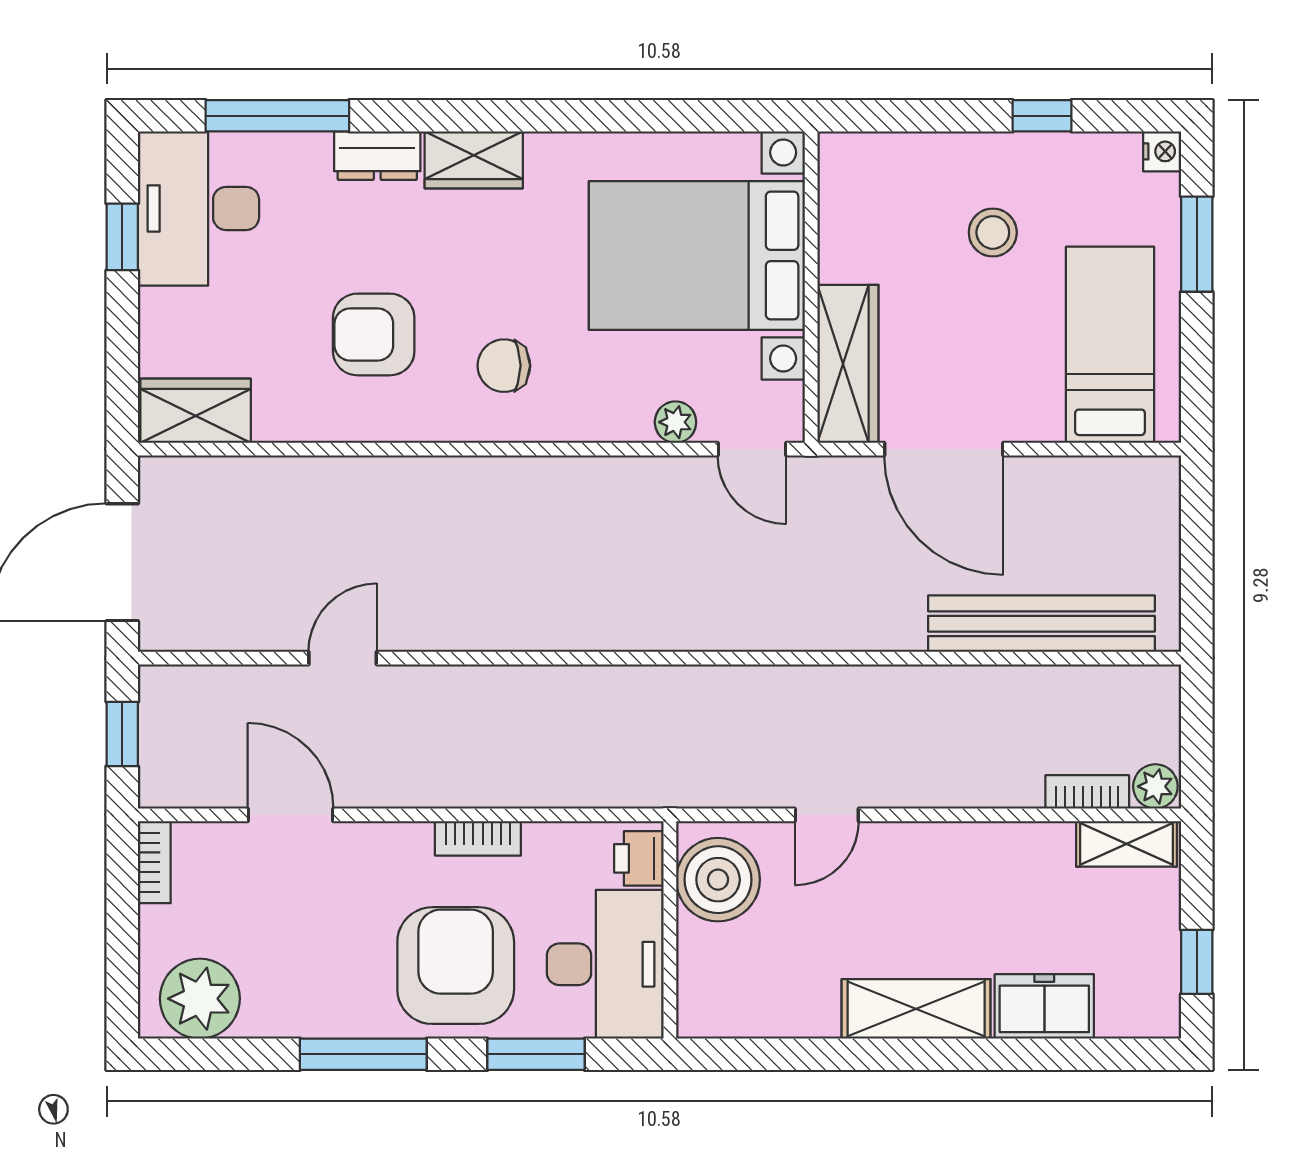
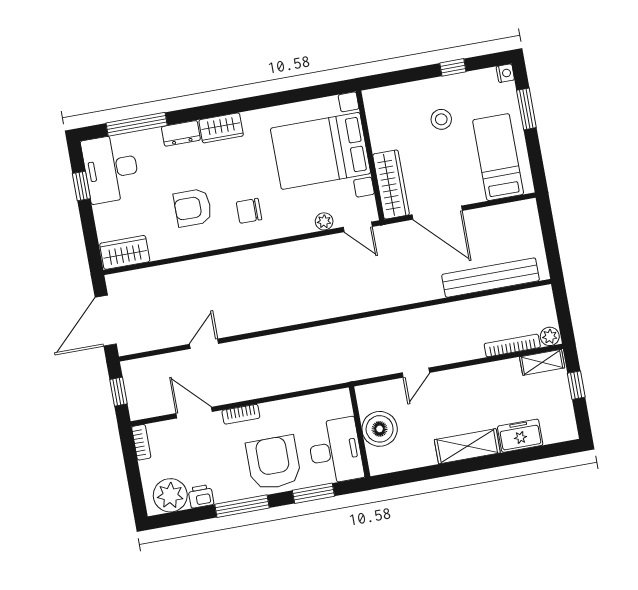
bookcase: (1087, 792) -> (512, 346), width x1.56
bookcase: (478, 838) -> (241, 414), moved
printer: (639, 858) -> (201, 496), moved, turned 90
boiler: (718, 880) -> (380, 429), moved
window: (1197, 962) -> (576, 385), moved

